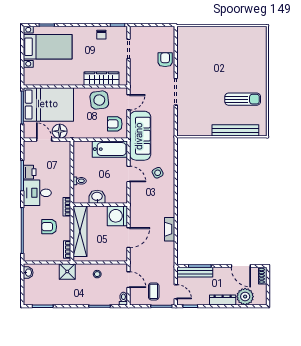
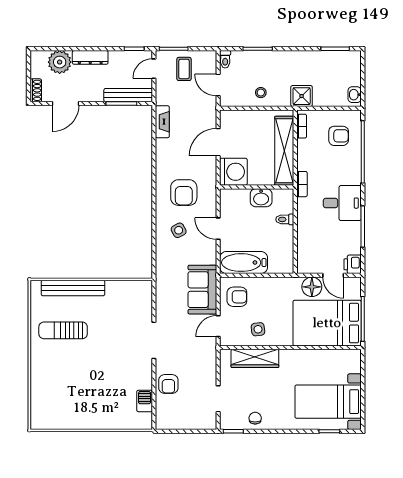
barbecue: (183, 47) -> (145, 401), added
side table: (99, 100) -> (258, 329), width x0.54, depth x0.54
sofa: (140, 136) -> (202, 290), width x0.73
printer: (30, 172) -> (353, 264), moved
armchair: (154, 201) -> (184, 193), added
armchair: (49, 227) -> (339, 136), moved
fireplace: (170, 229) -> (162, 122), moved
door: (241, 266) -> (66, 103), swing flipped
door: (176, 292) -> (154, 69), hinge flipped

